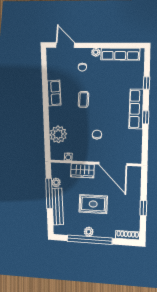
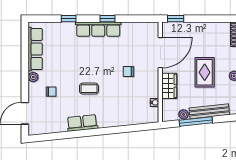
plant: (58, 134) -> (130, 115), removed
window: (143, 208) -> (176, 19), moved

